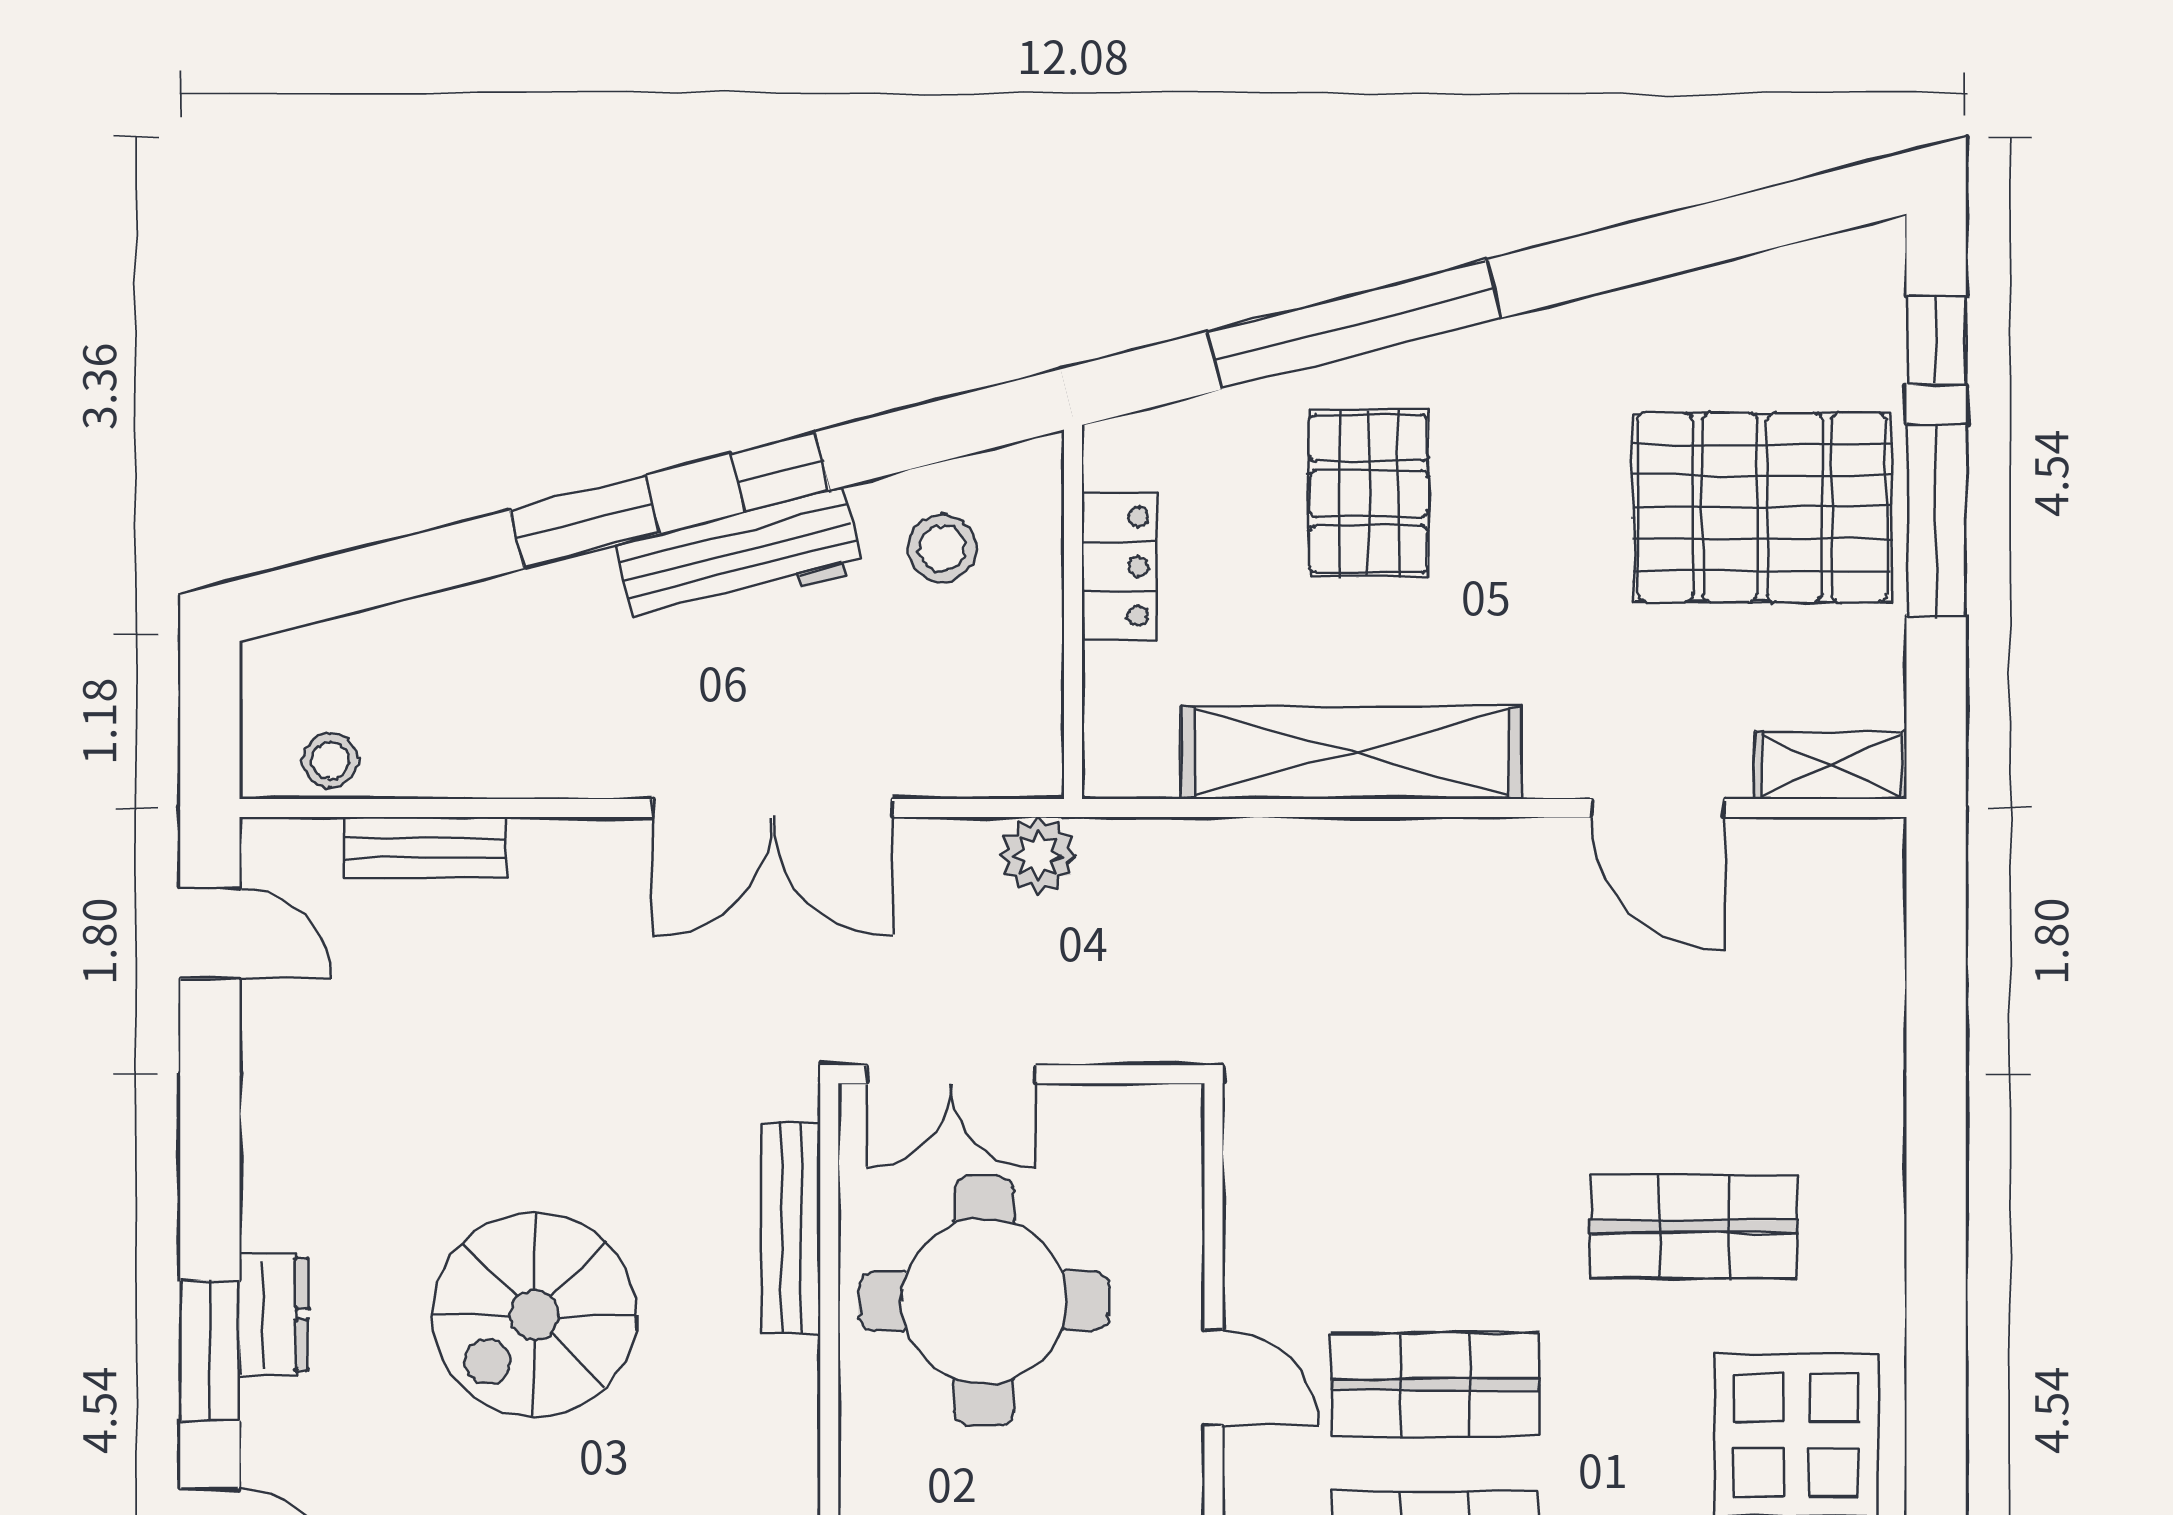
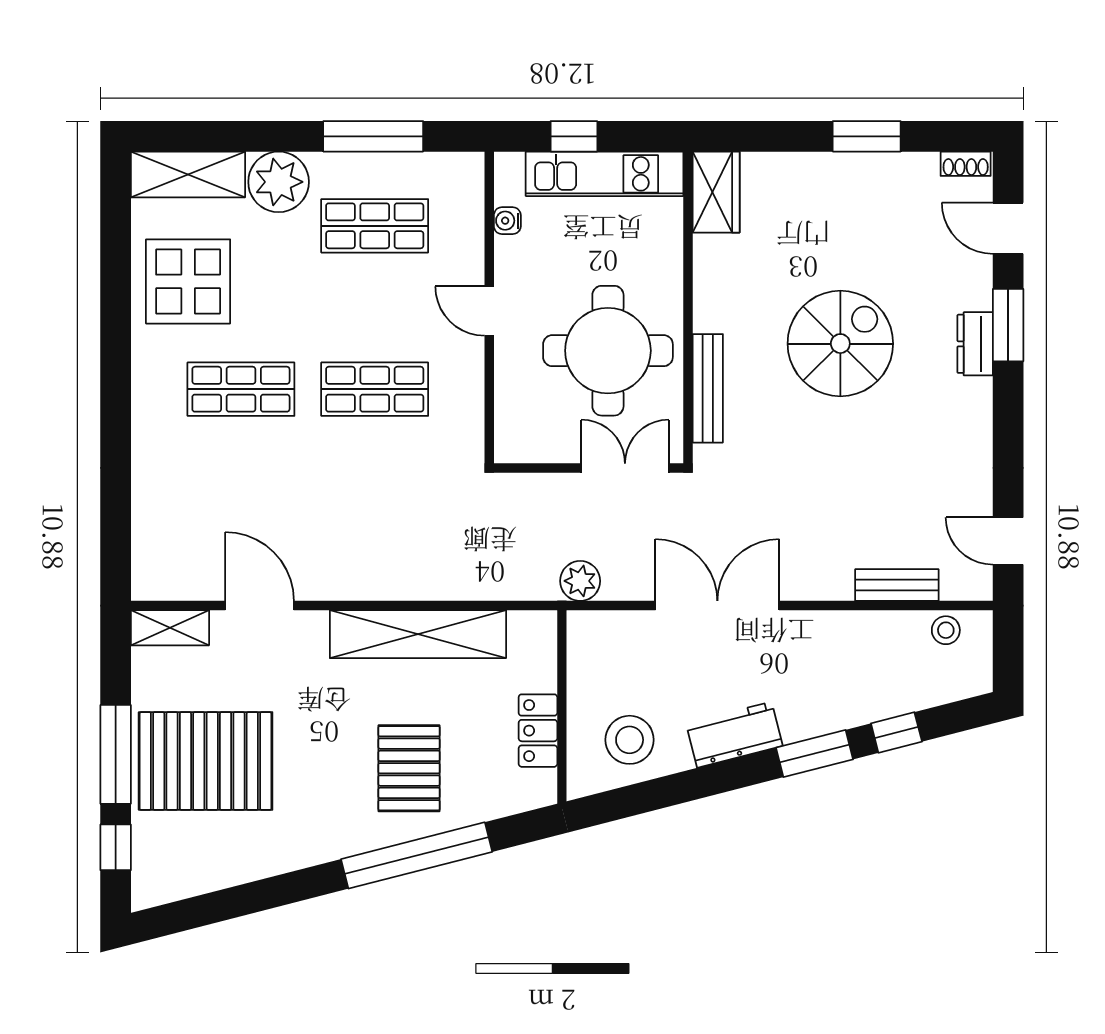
window: (780, 472) -> (896, 733), moved
stool: (942, 548) -> (630, 740), width x1.38, depth x1.38
workbench: (740, 558) -> (734, 735), width x0.73
shop shelf: (1435, 1385) -> (375, 389), moved

